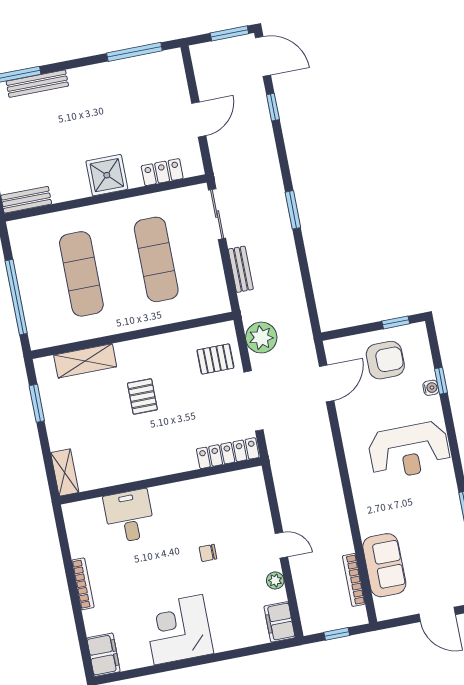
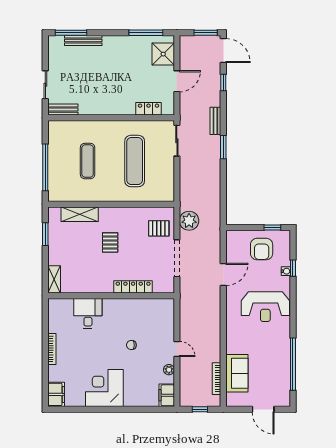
shower: (107, 175) -> (163, 54), moved
bench: (241, 269) -> (215, 121), moved
exercise mat: (81, 274) -> (88, 161), width x0.73, depth x0.69
armchair: (385, 360) -> (262, 249), turned 90
door: (327, 383) -> (223, 274), moved
locker: (228, 453) -> (133, 287), moved

